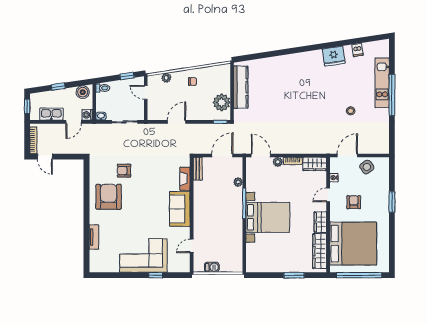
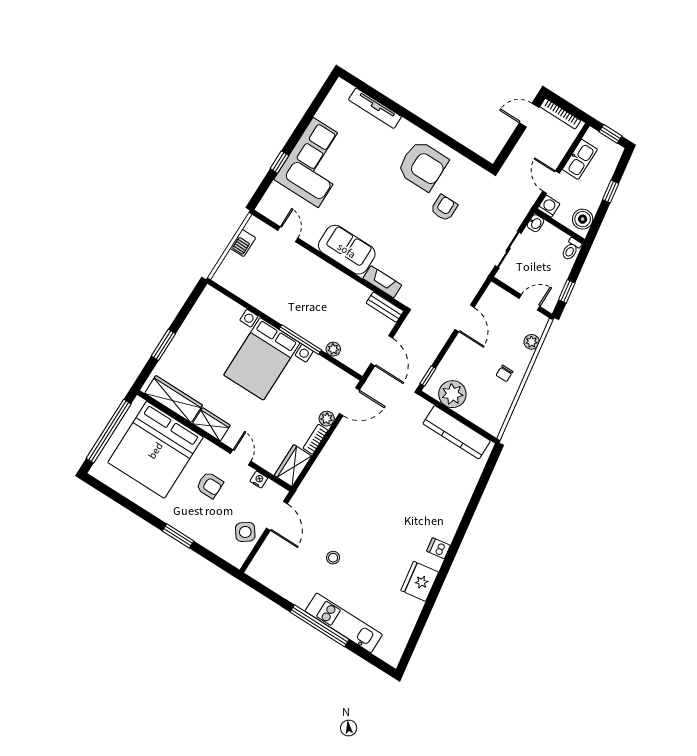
dishwasher: (357, 50) -> (438, 548), moved
tv unit: (94, 237) -> (375, 108), width x1.41

